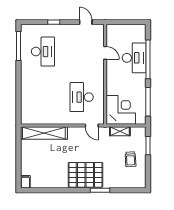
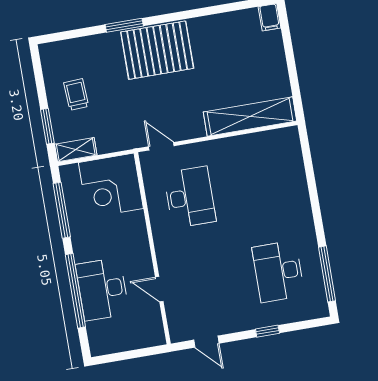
shelving: (120, 131) -> (76, 150), moved

